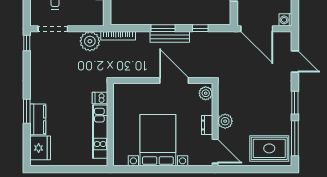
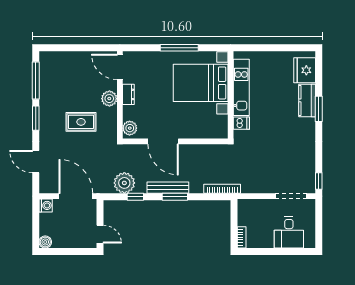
plant: (90, 41) -> (124, 183), moved
bed with nightstands: (158, 140) -> (201, 83), moved, turned 90
rug: (269, 148) -> (81, 122), moved, width x0.73, depth x0.70
window: (159, 169) -> (179, 48), added

